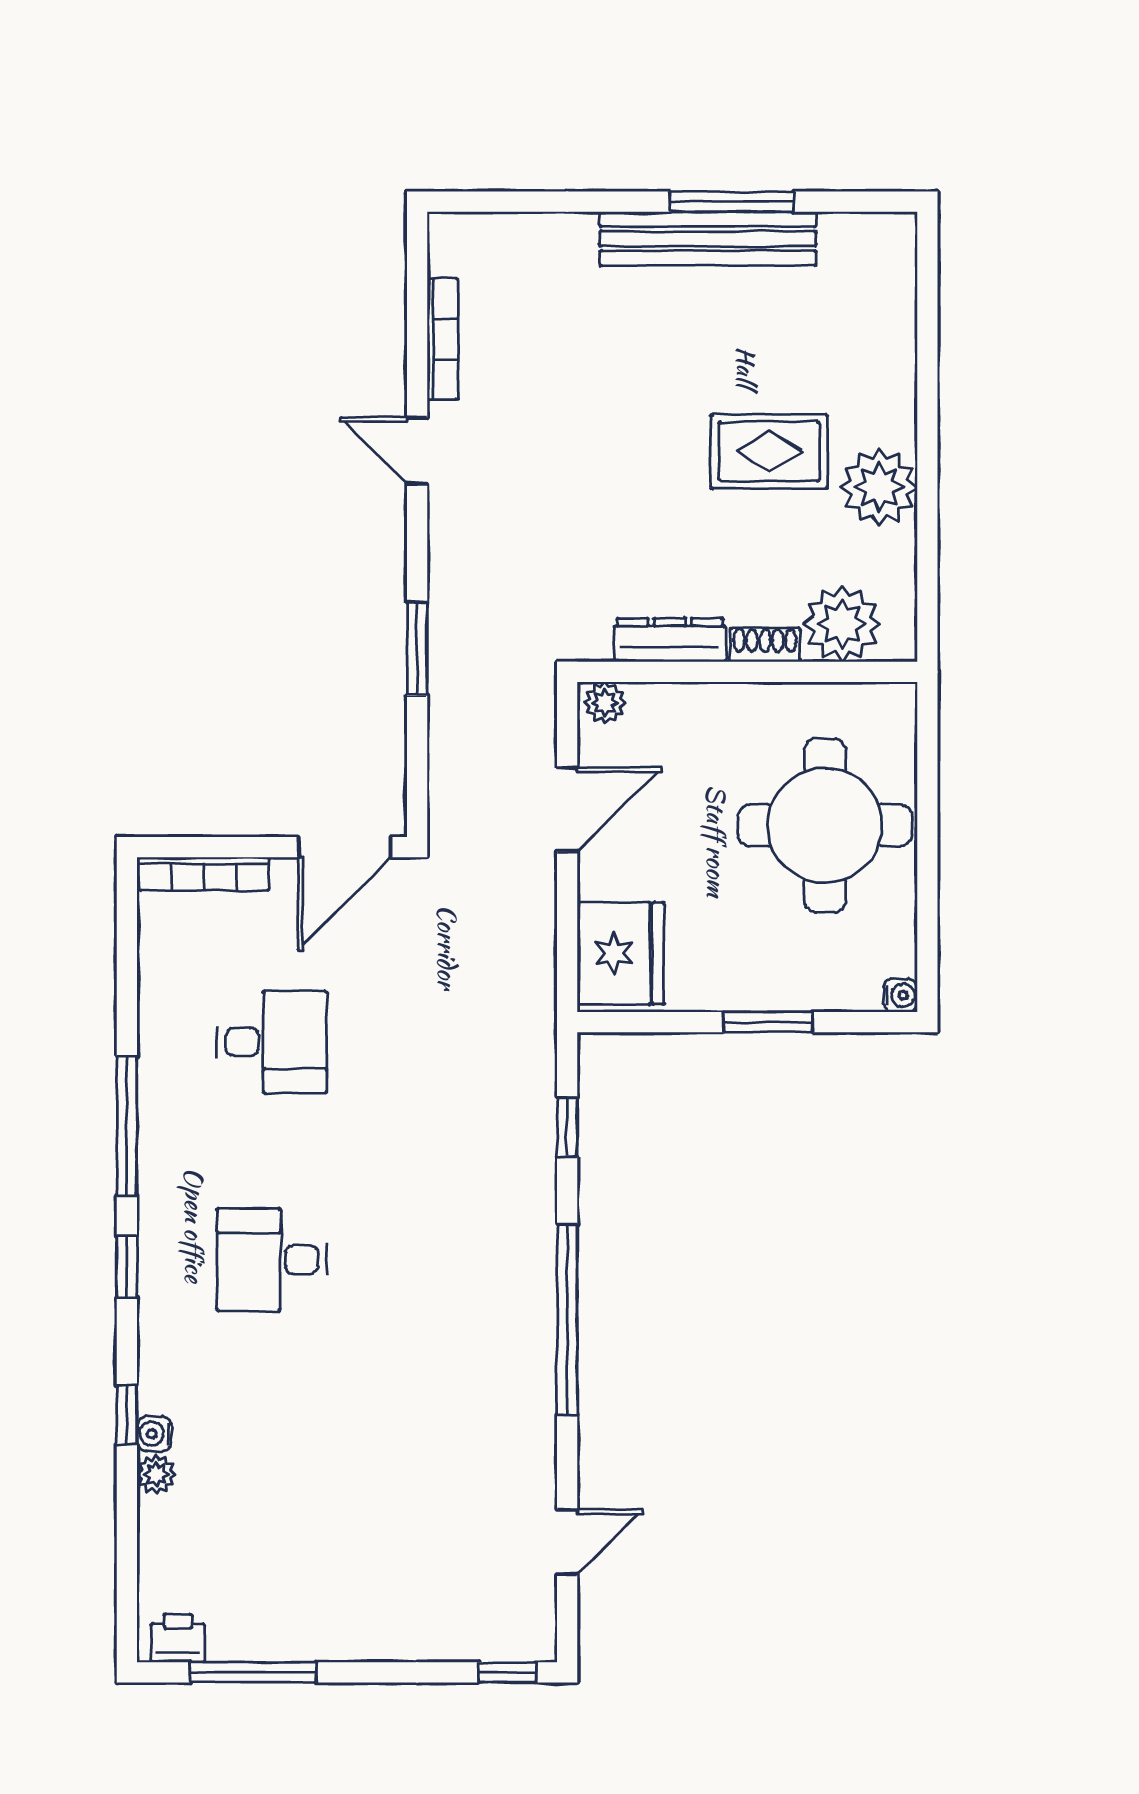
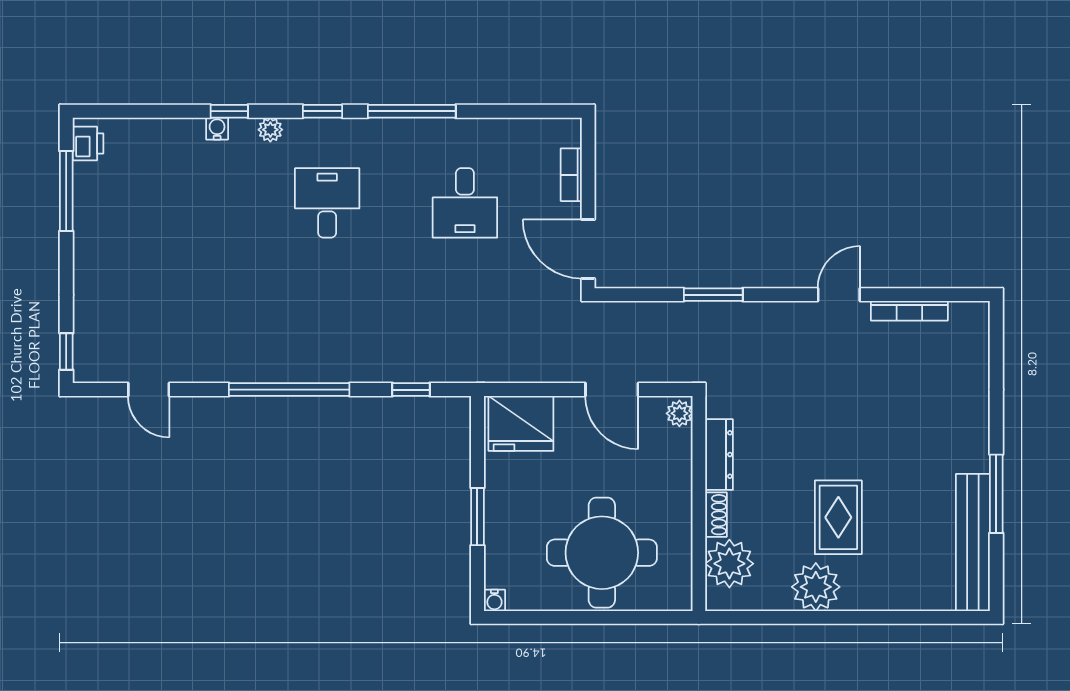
bench: (708, 239) -> (973, 542), moved
bookcase: (204, 874) -> (571, 175), width x0.64
plant: (156, 1474) -> (270, 130), moved

